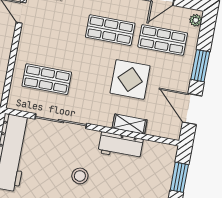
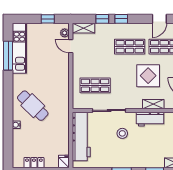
stool: (80, 176) -> (122, 133), moved

